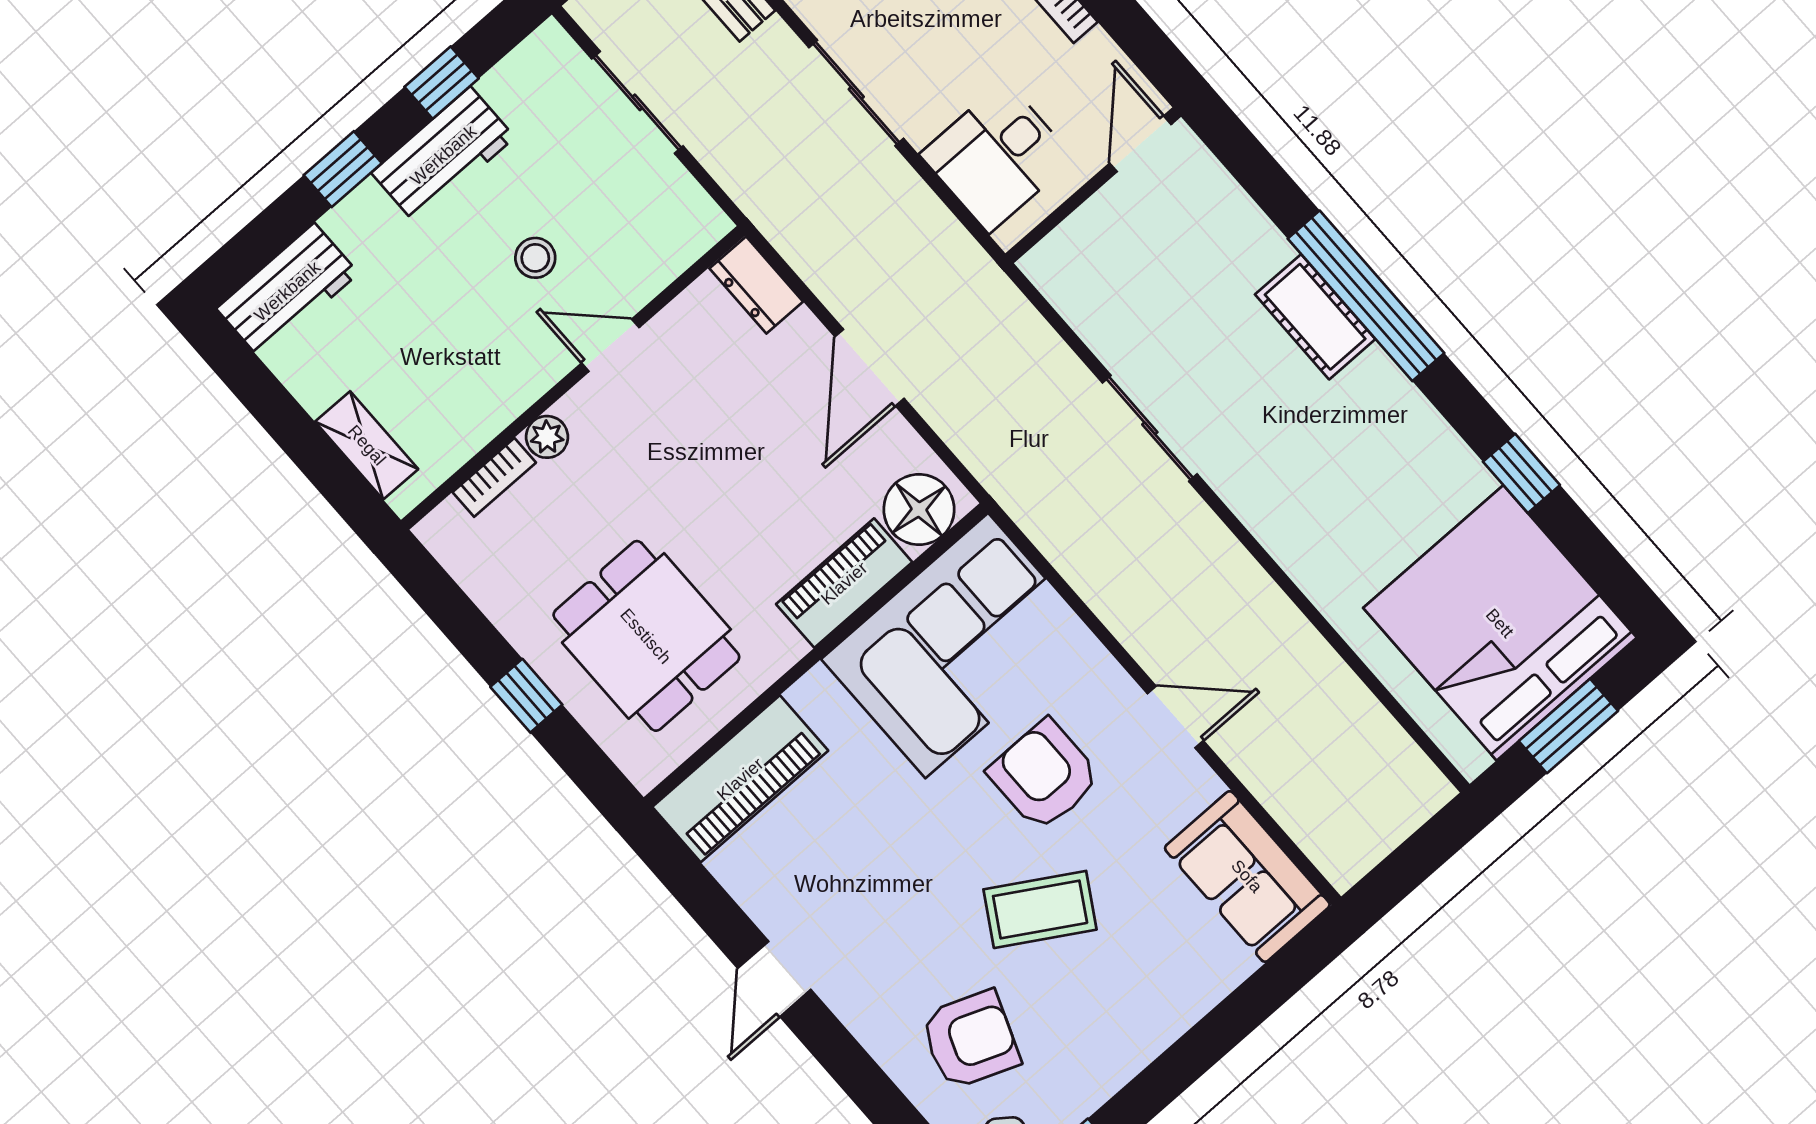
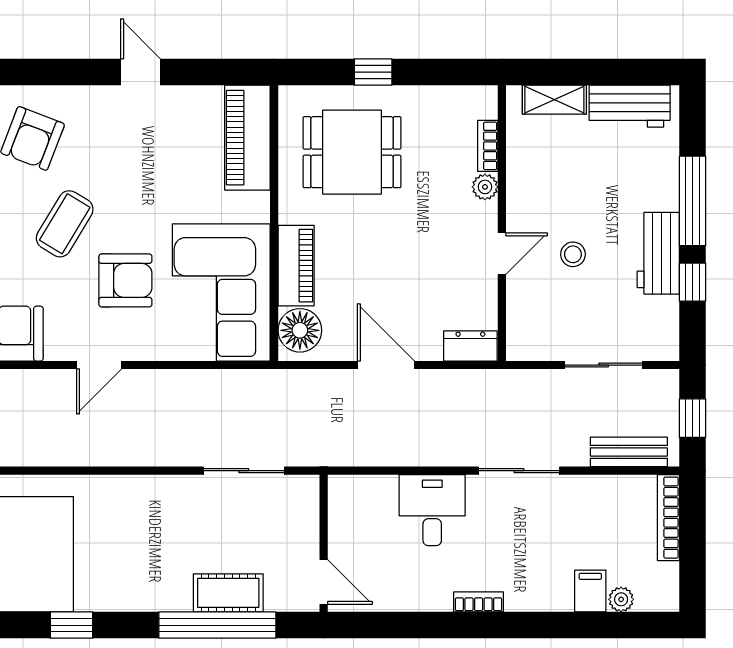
door: (1140, 144) -> (324, 582), moved
window: (343, 169) -> (693, 201), width x2.17
wall: (1093, 185) -> (324, 543), moved
workbench: (287, 291) -> (630, 106), moved, turned -90

